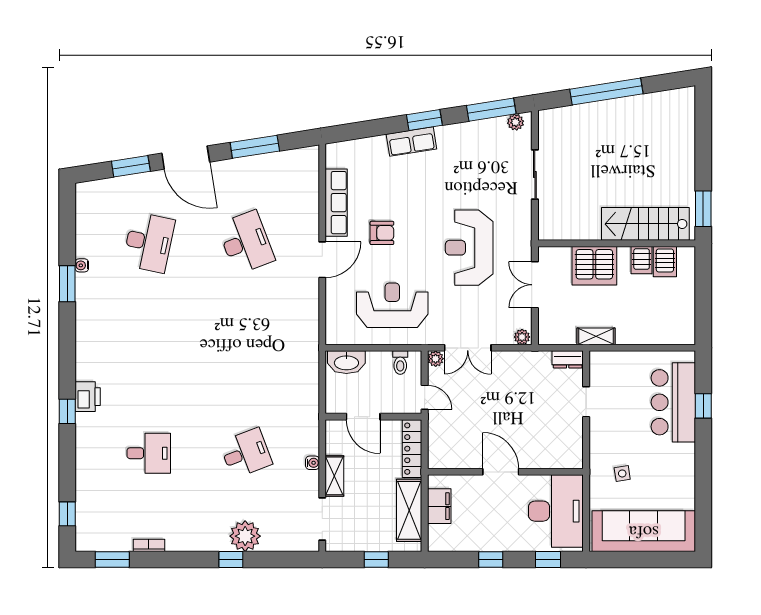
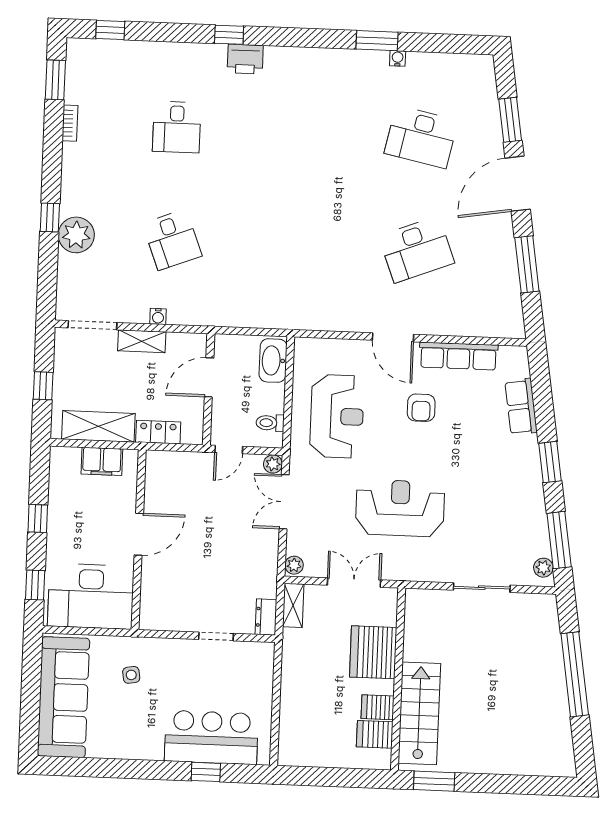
row of seats: (411, 142) -> (521, 407), moved
shelving: (596, 336) -> (293, 605), moved
locker: (412, 449) -> (158, 432), width x0.66

